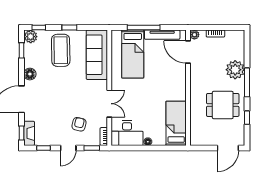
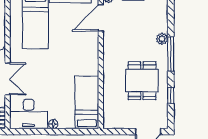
door: (188, 52) -> (101, 18), hinge flipped
plant: (235, 70) -> (162, 39), width x0.53, depth x0.53
dining table: (223, 105) -> (142, 81), turned 90

